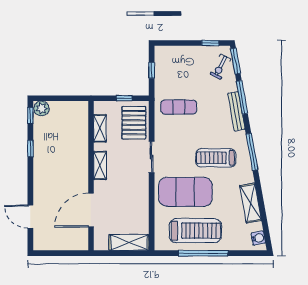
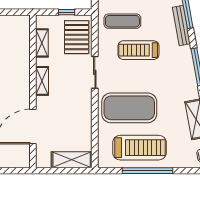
treadmill: (216, 158) -> (138, 50), moved

